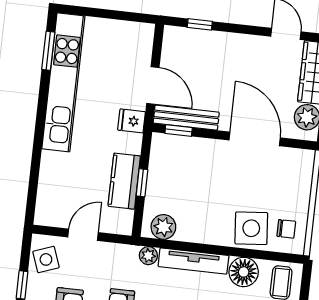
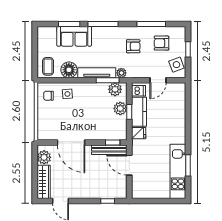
window: (48, 51) -> (188, 165), moved
kitchen unit: (63, 82) -> (178, 171), width x0.73
fridge: (132, 121) -> (139, 133), moved
plant: (158, 191) -> (120, 108), added
dishwasher: (121, 219) -> (139, 91), added
side table: (251, 228) -> (67, 94), width x0.54, depth x0.54
window: (175, 245) -> (108, 80), added

